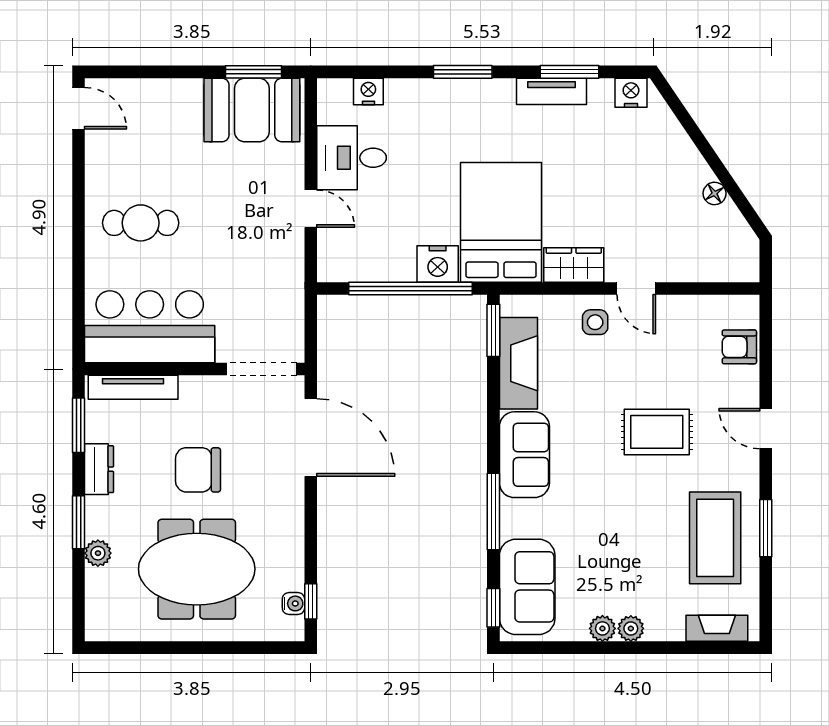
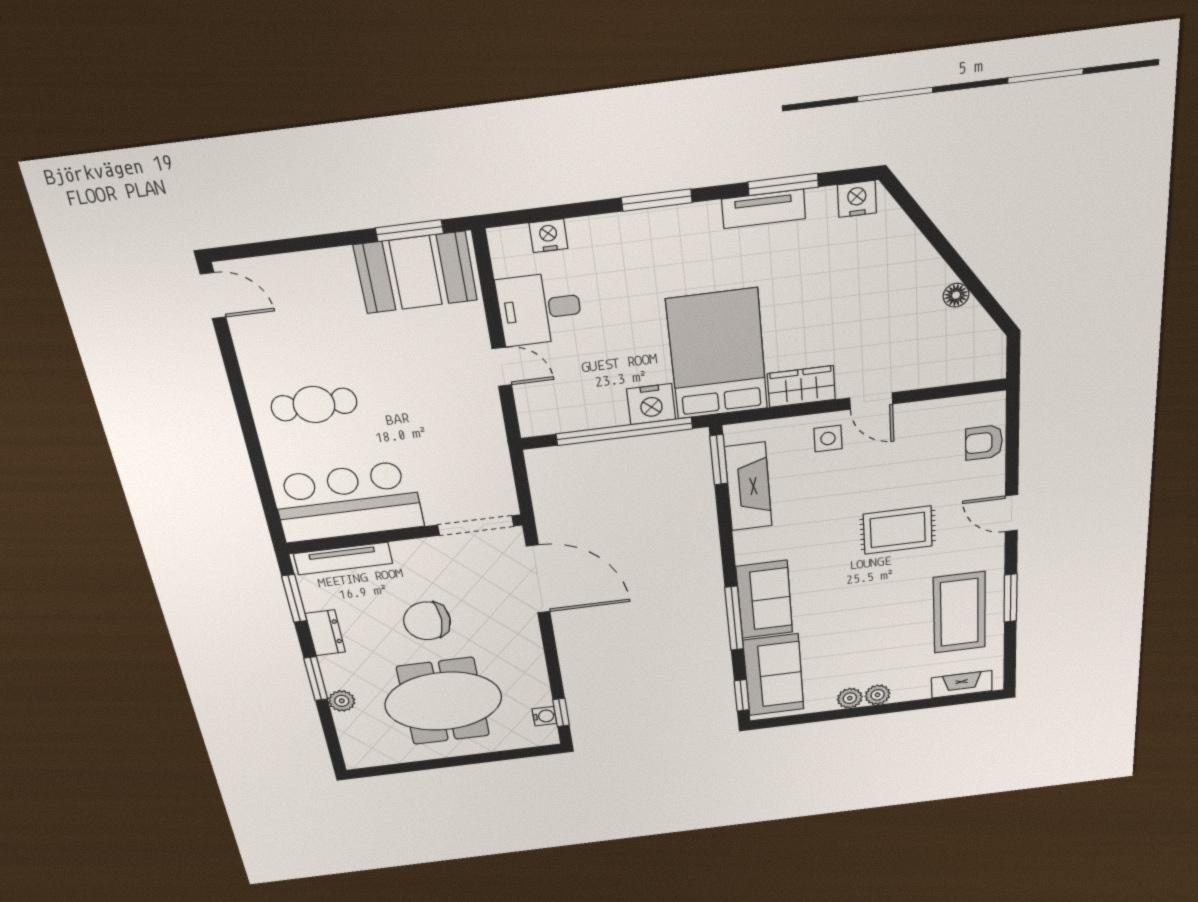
sofa: (524, 455) -> (764, 600), moved

